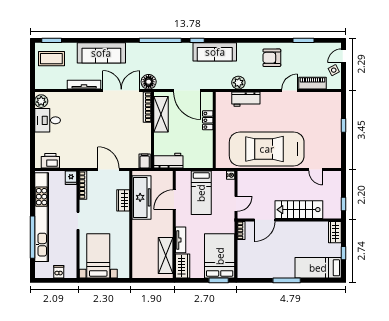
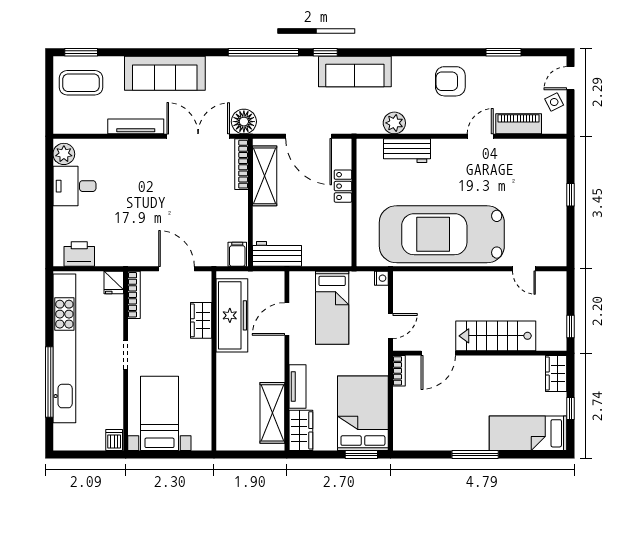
dishwasher: (59, 272) -> (114, 440), moved

